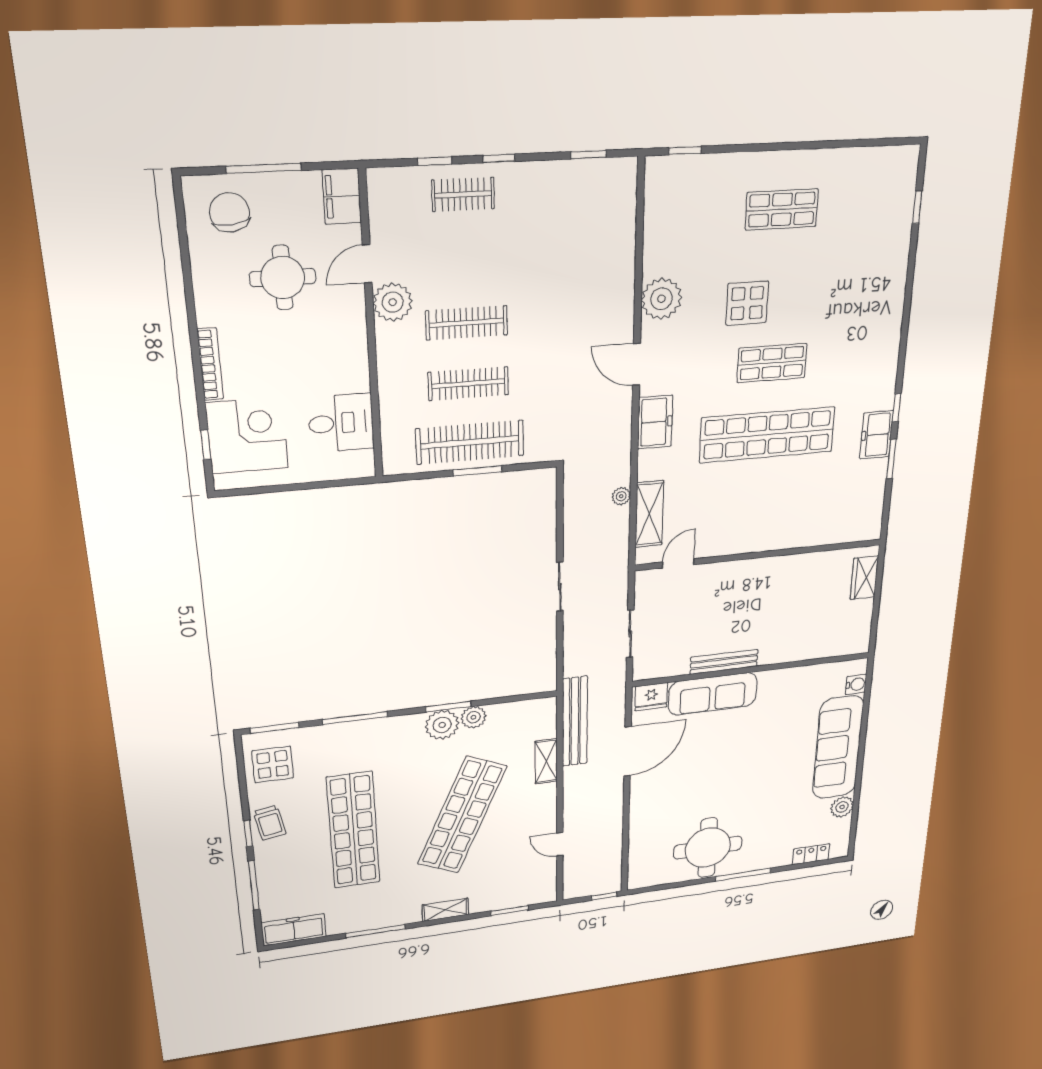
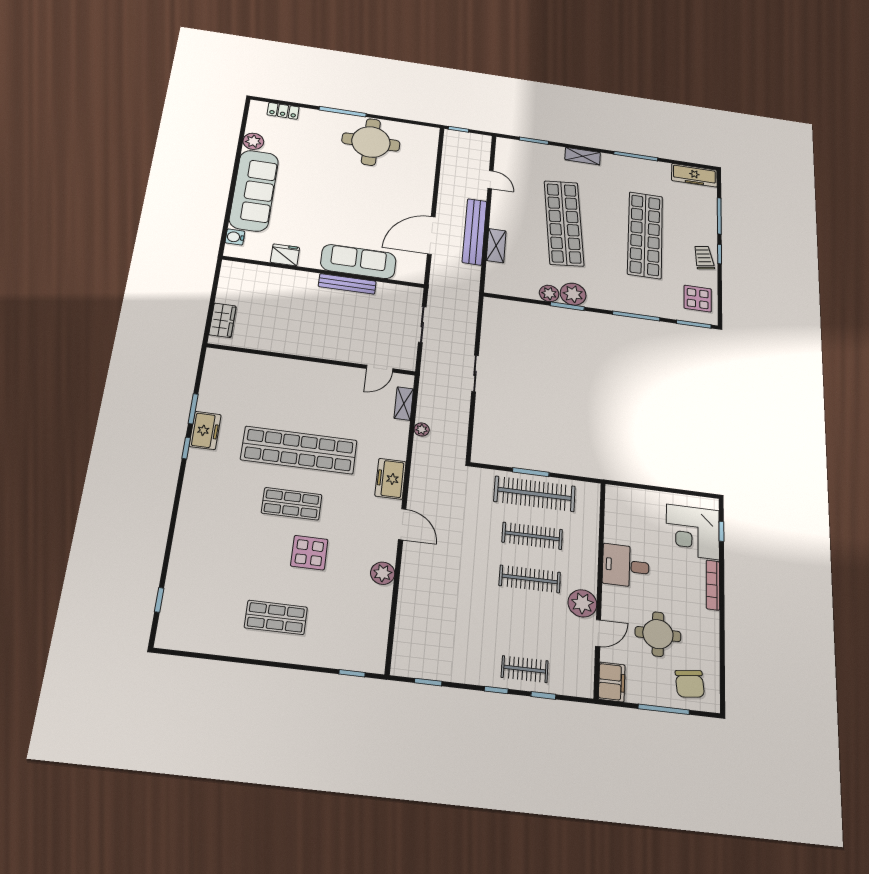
plant: (661, 299) -> (383, 573), width x0.73, depth x0.73
desk: (341, 423) -> (626, 566), moved
shelving: (649, 514) -> (404, 404), width x0.67, depth x0.75
fridge: (651, 697) -> (285, 255), moved
bench: (575, 722) -> (475, 232), moved
shop shelf: (462, 815) -> (564, 223), turned -30

